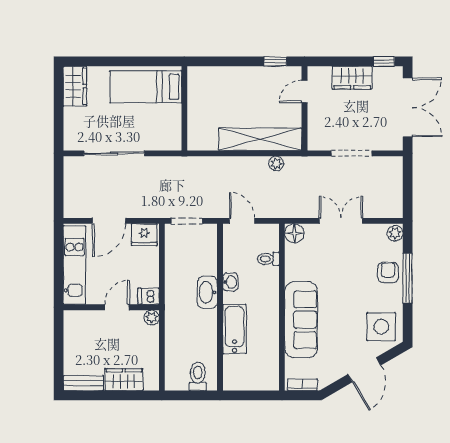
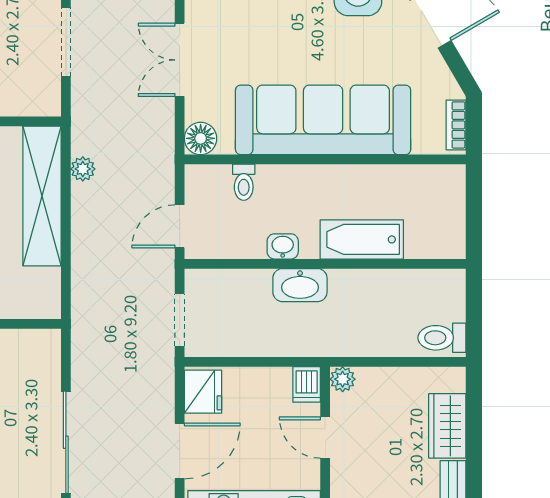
door: (109, 221) -> (180, 451), hinge flipped
sofa: (301, 320) -> (323, 120), width x1.36, depth x1.27
toilet: (198, 376) -> (442, 338), moved

